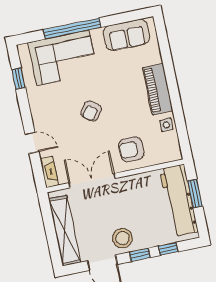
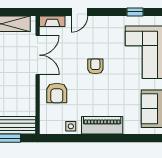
armchair: (91, 111) -> (95, 66), turned 53
armchair: (131, 149) -> (57, 93), turned 180

